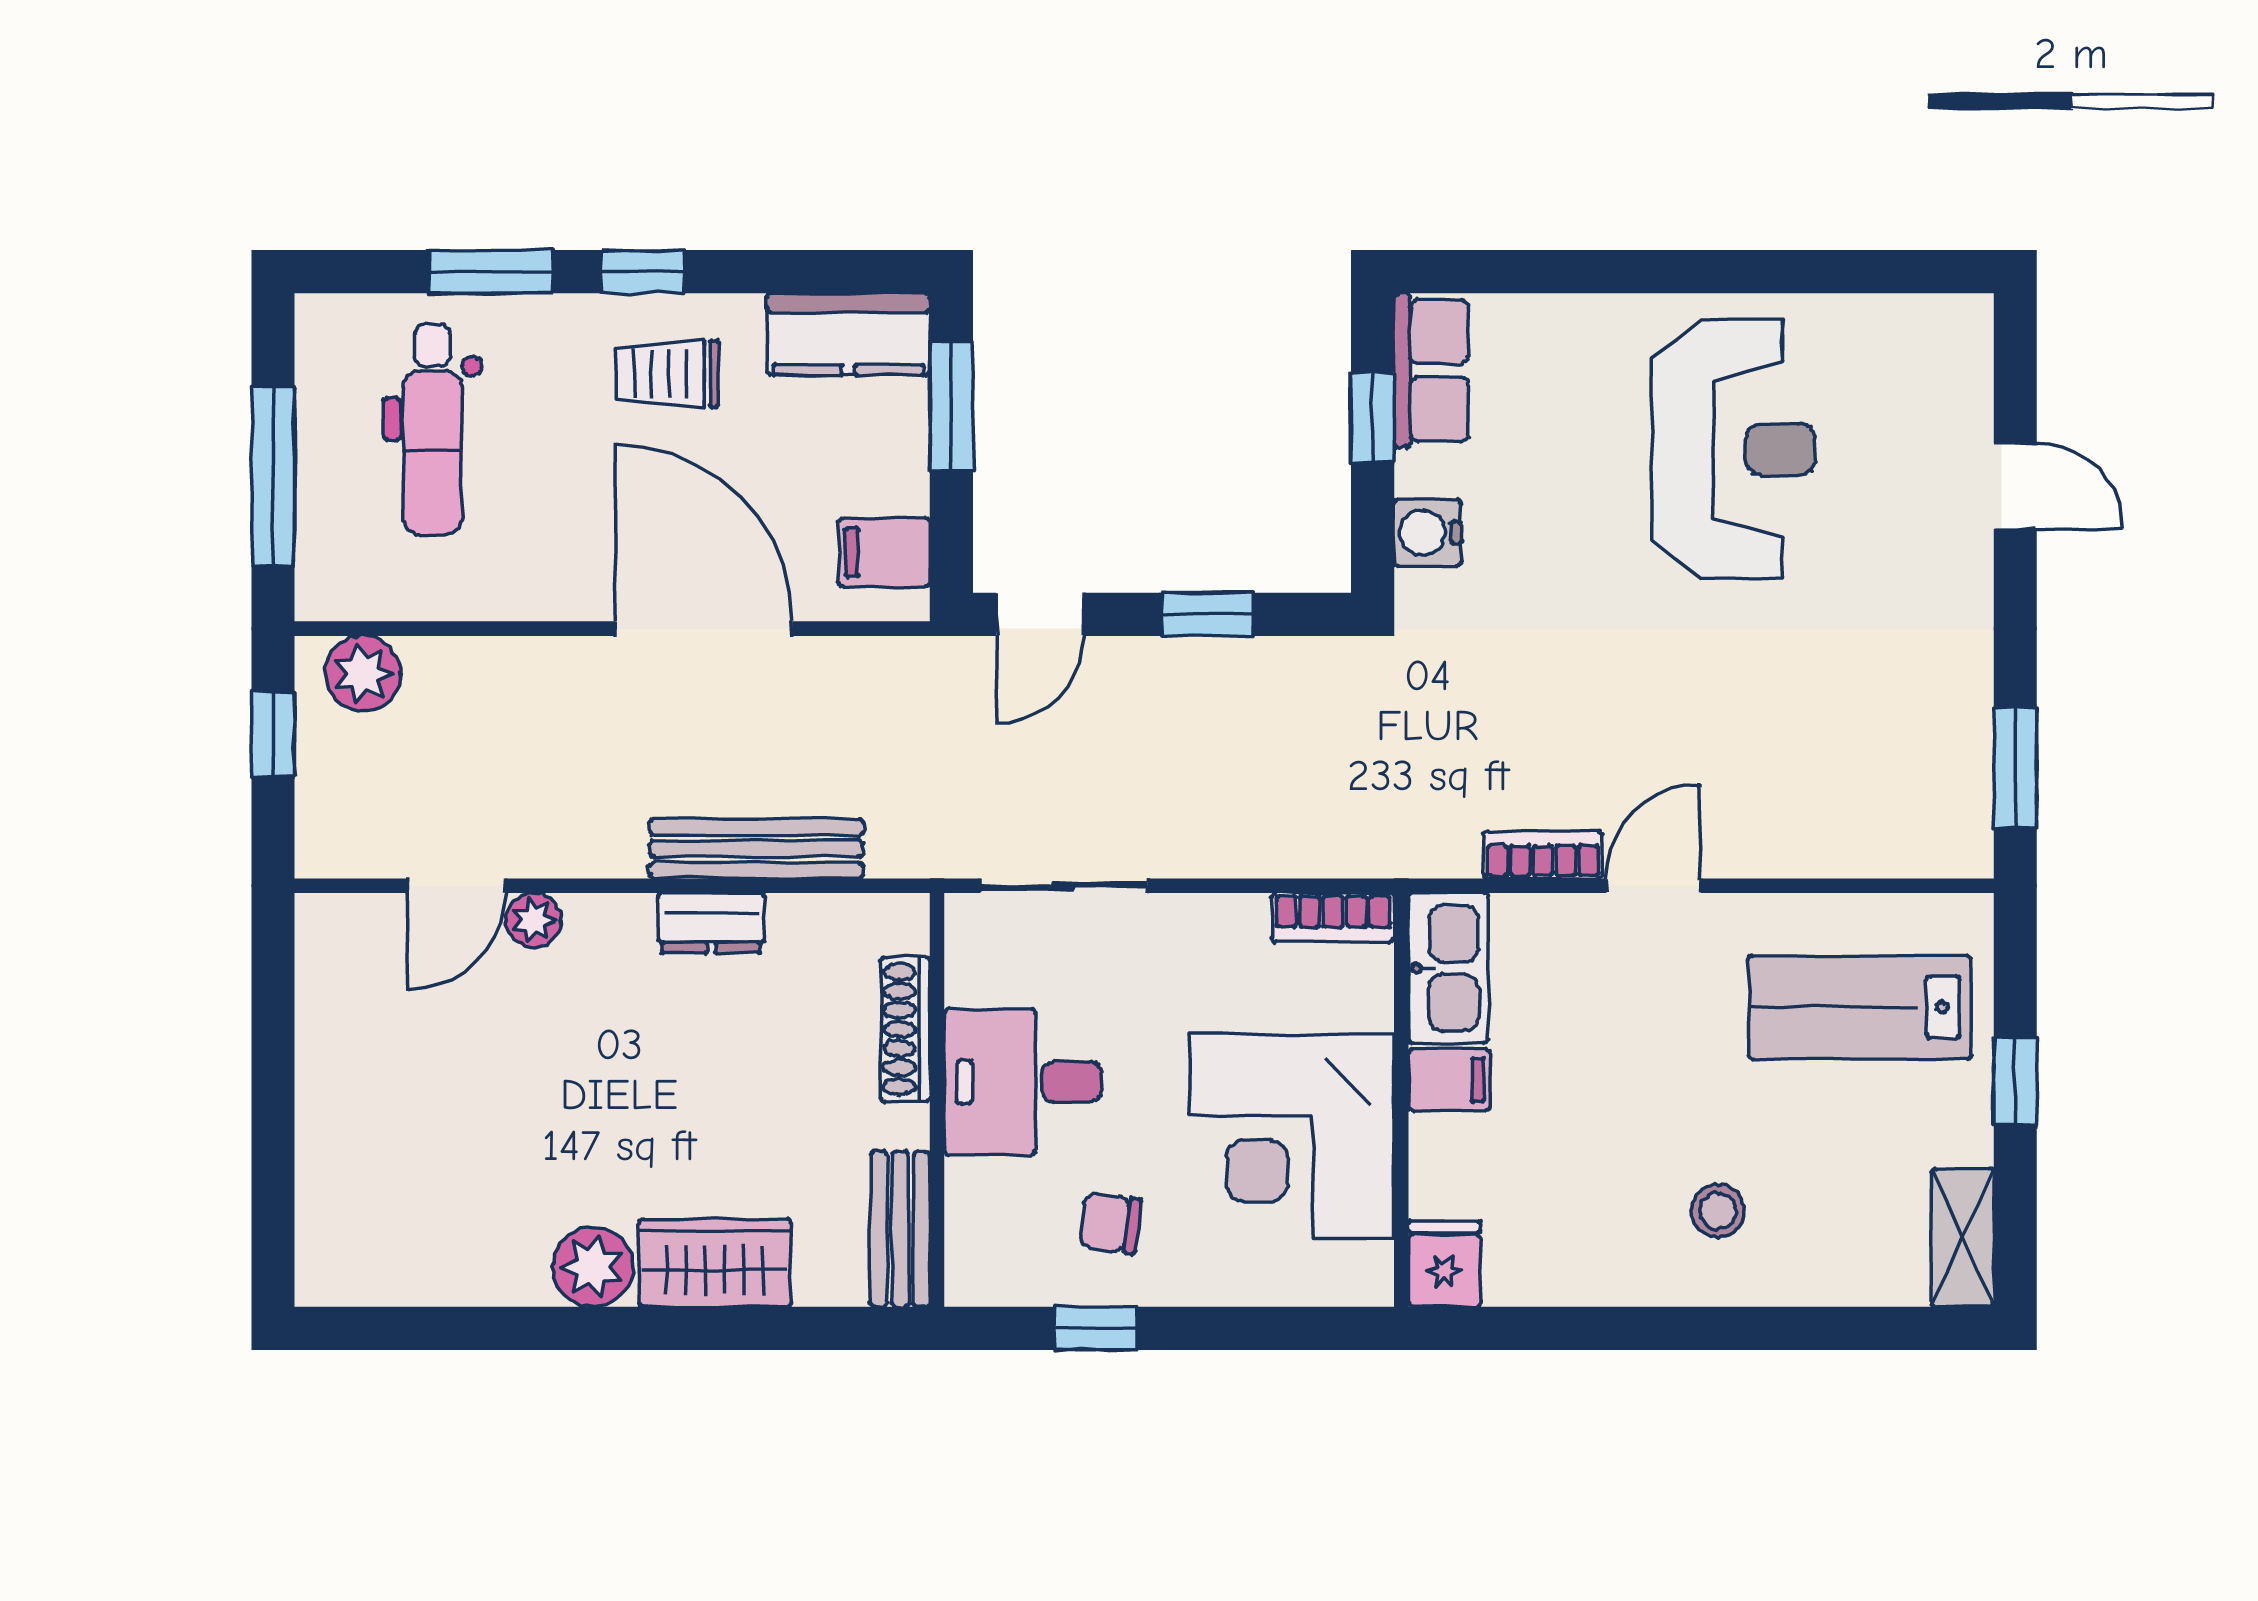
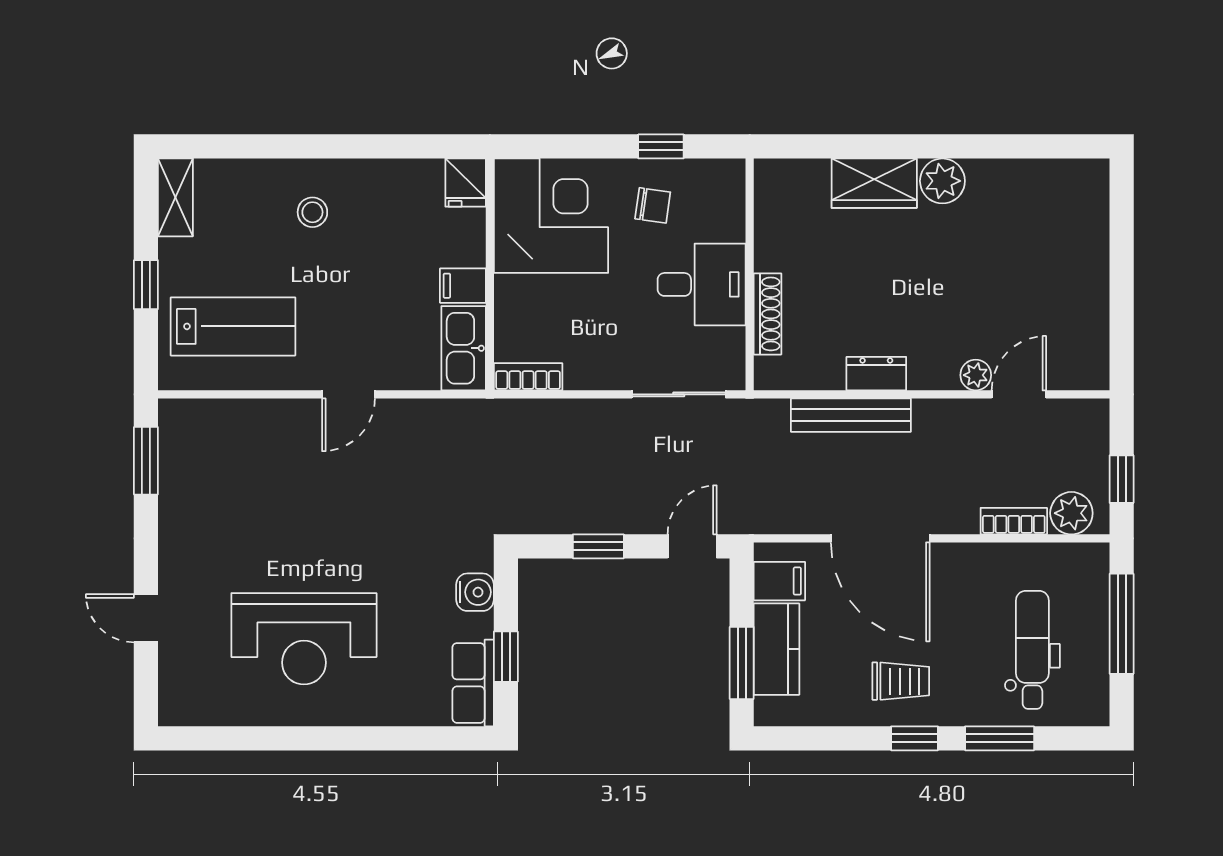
kitchen counter: (848, 334) -> (777, 649), moved, turned 90
reception desk: (1733, 449) -> (304, 639), turned -90
bookcase: (1543, 855) -> (1014, 521), moved, turned 180
corner desk: (1292, 1136) -> (551, 216), moved
bench: (900, 1229) -> (770, 202), removed

